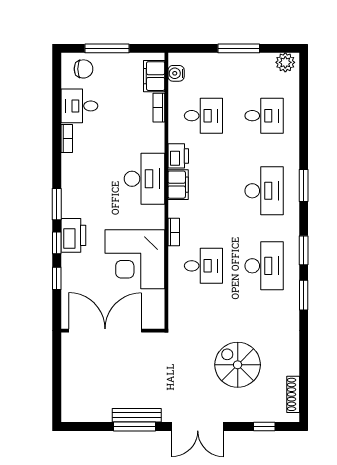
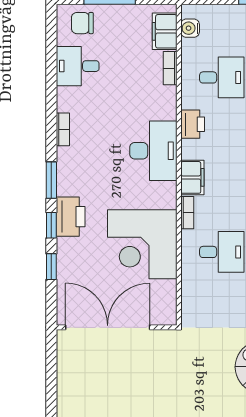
chair: (84, 69) -> (82, 23), turned 180
bookcase: (67, 138) -> (63, 129), moved
filing cabinet: (178, 185) -> (192, 177), moved

